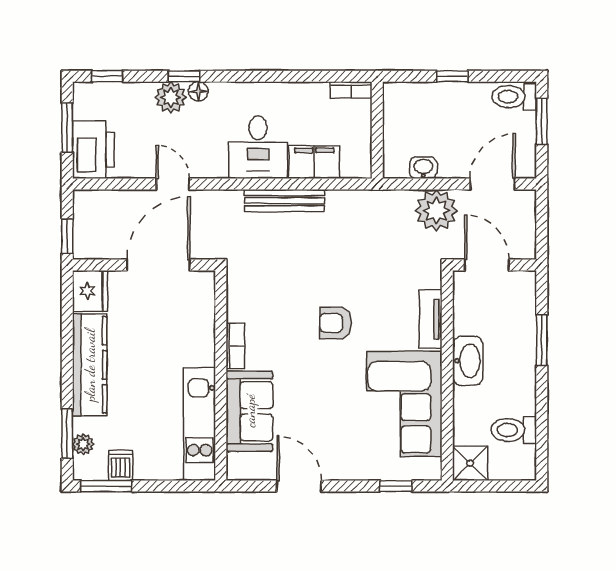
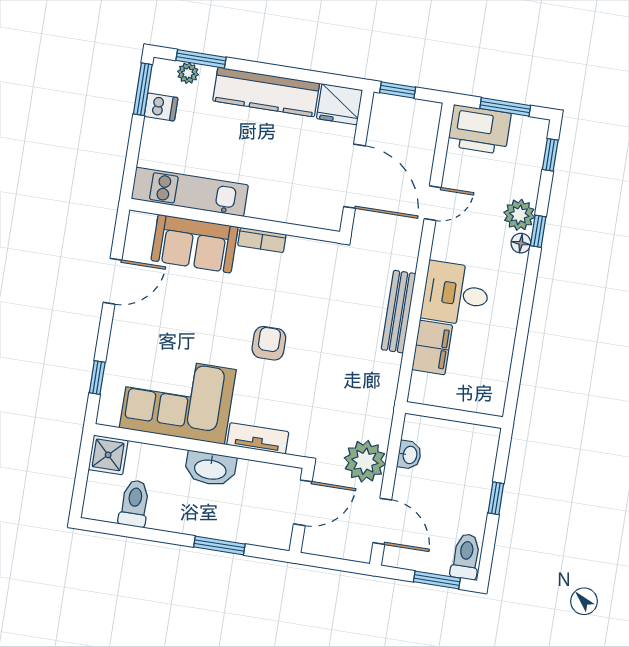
bookcase: (351, 90) -> (498, 395), removed

